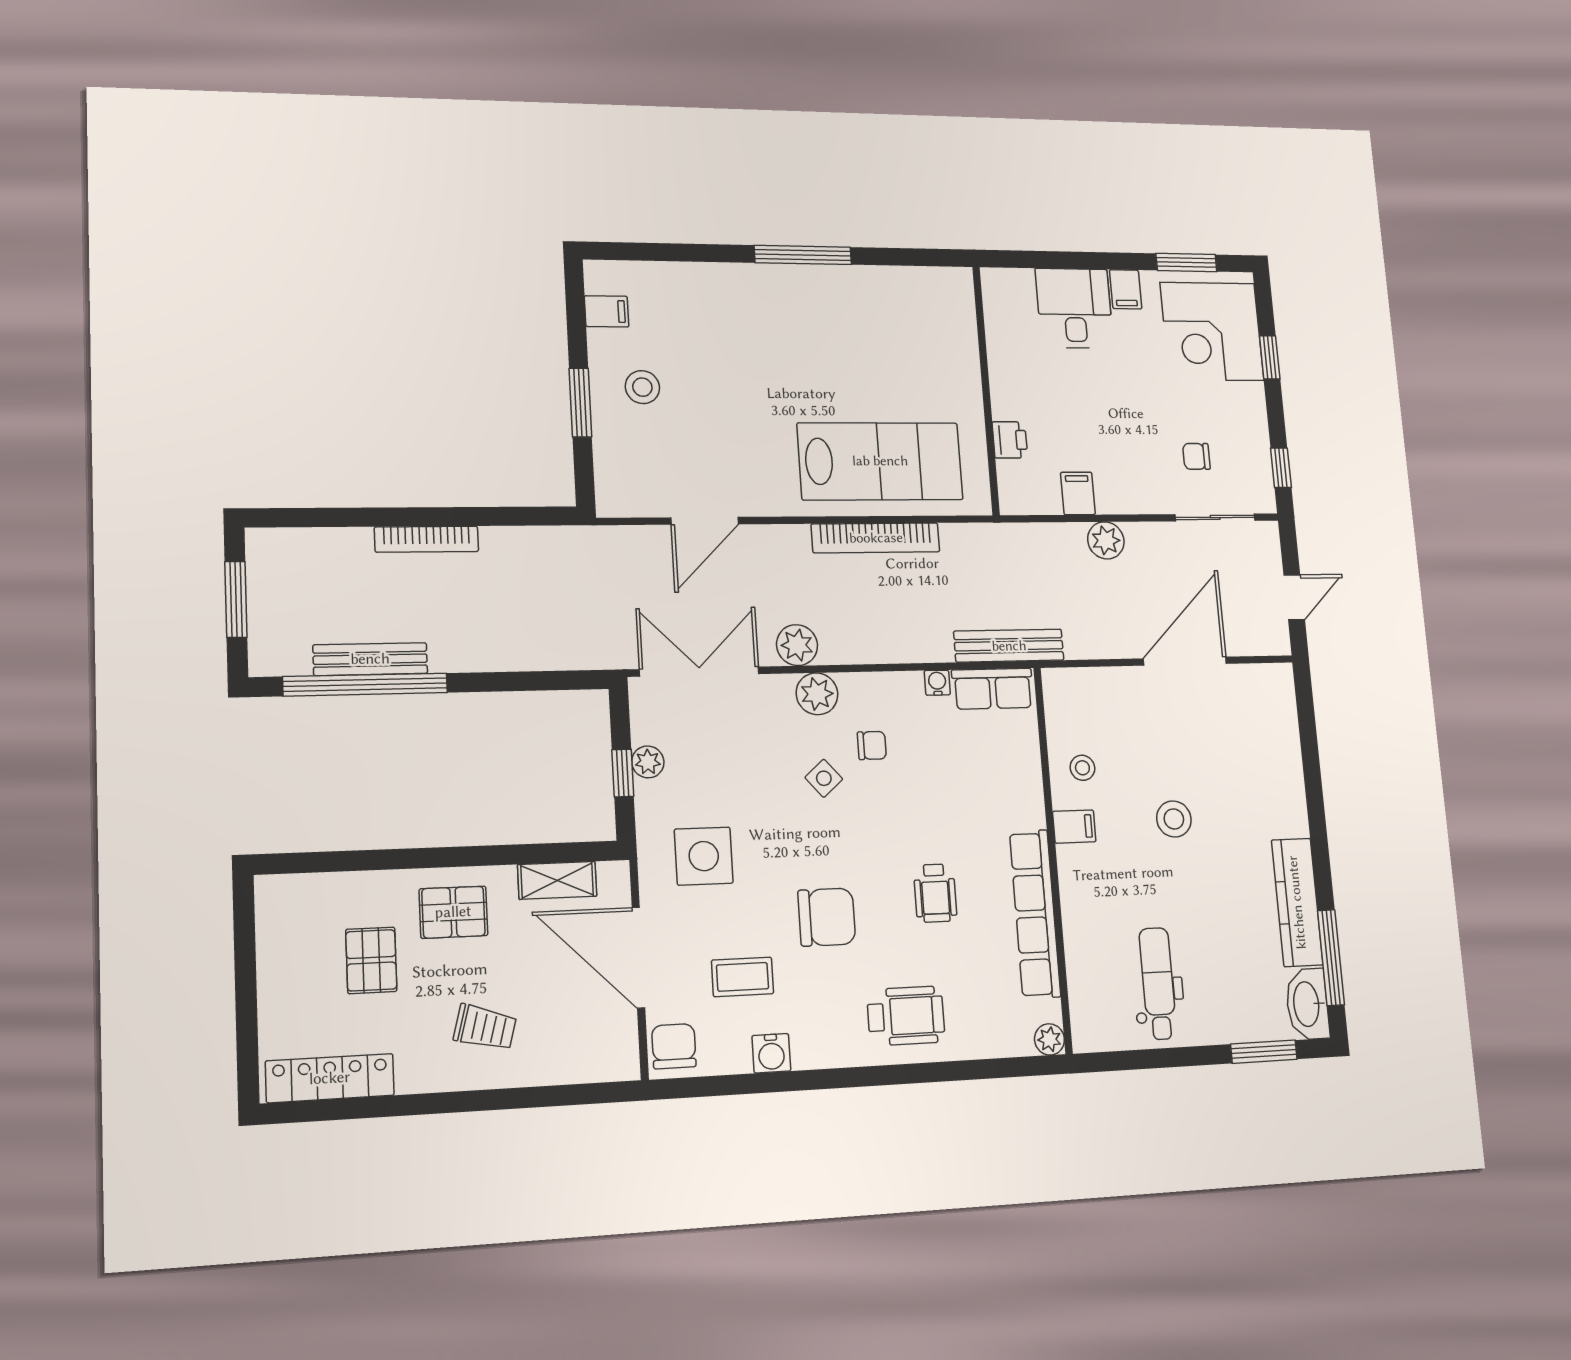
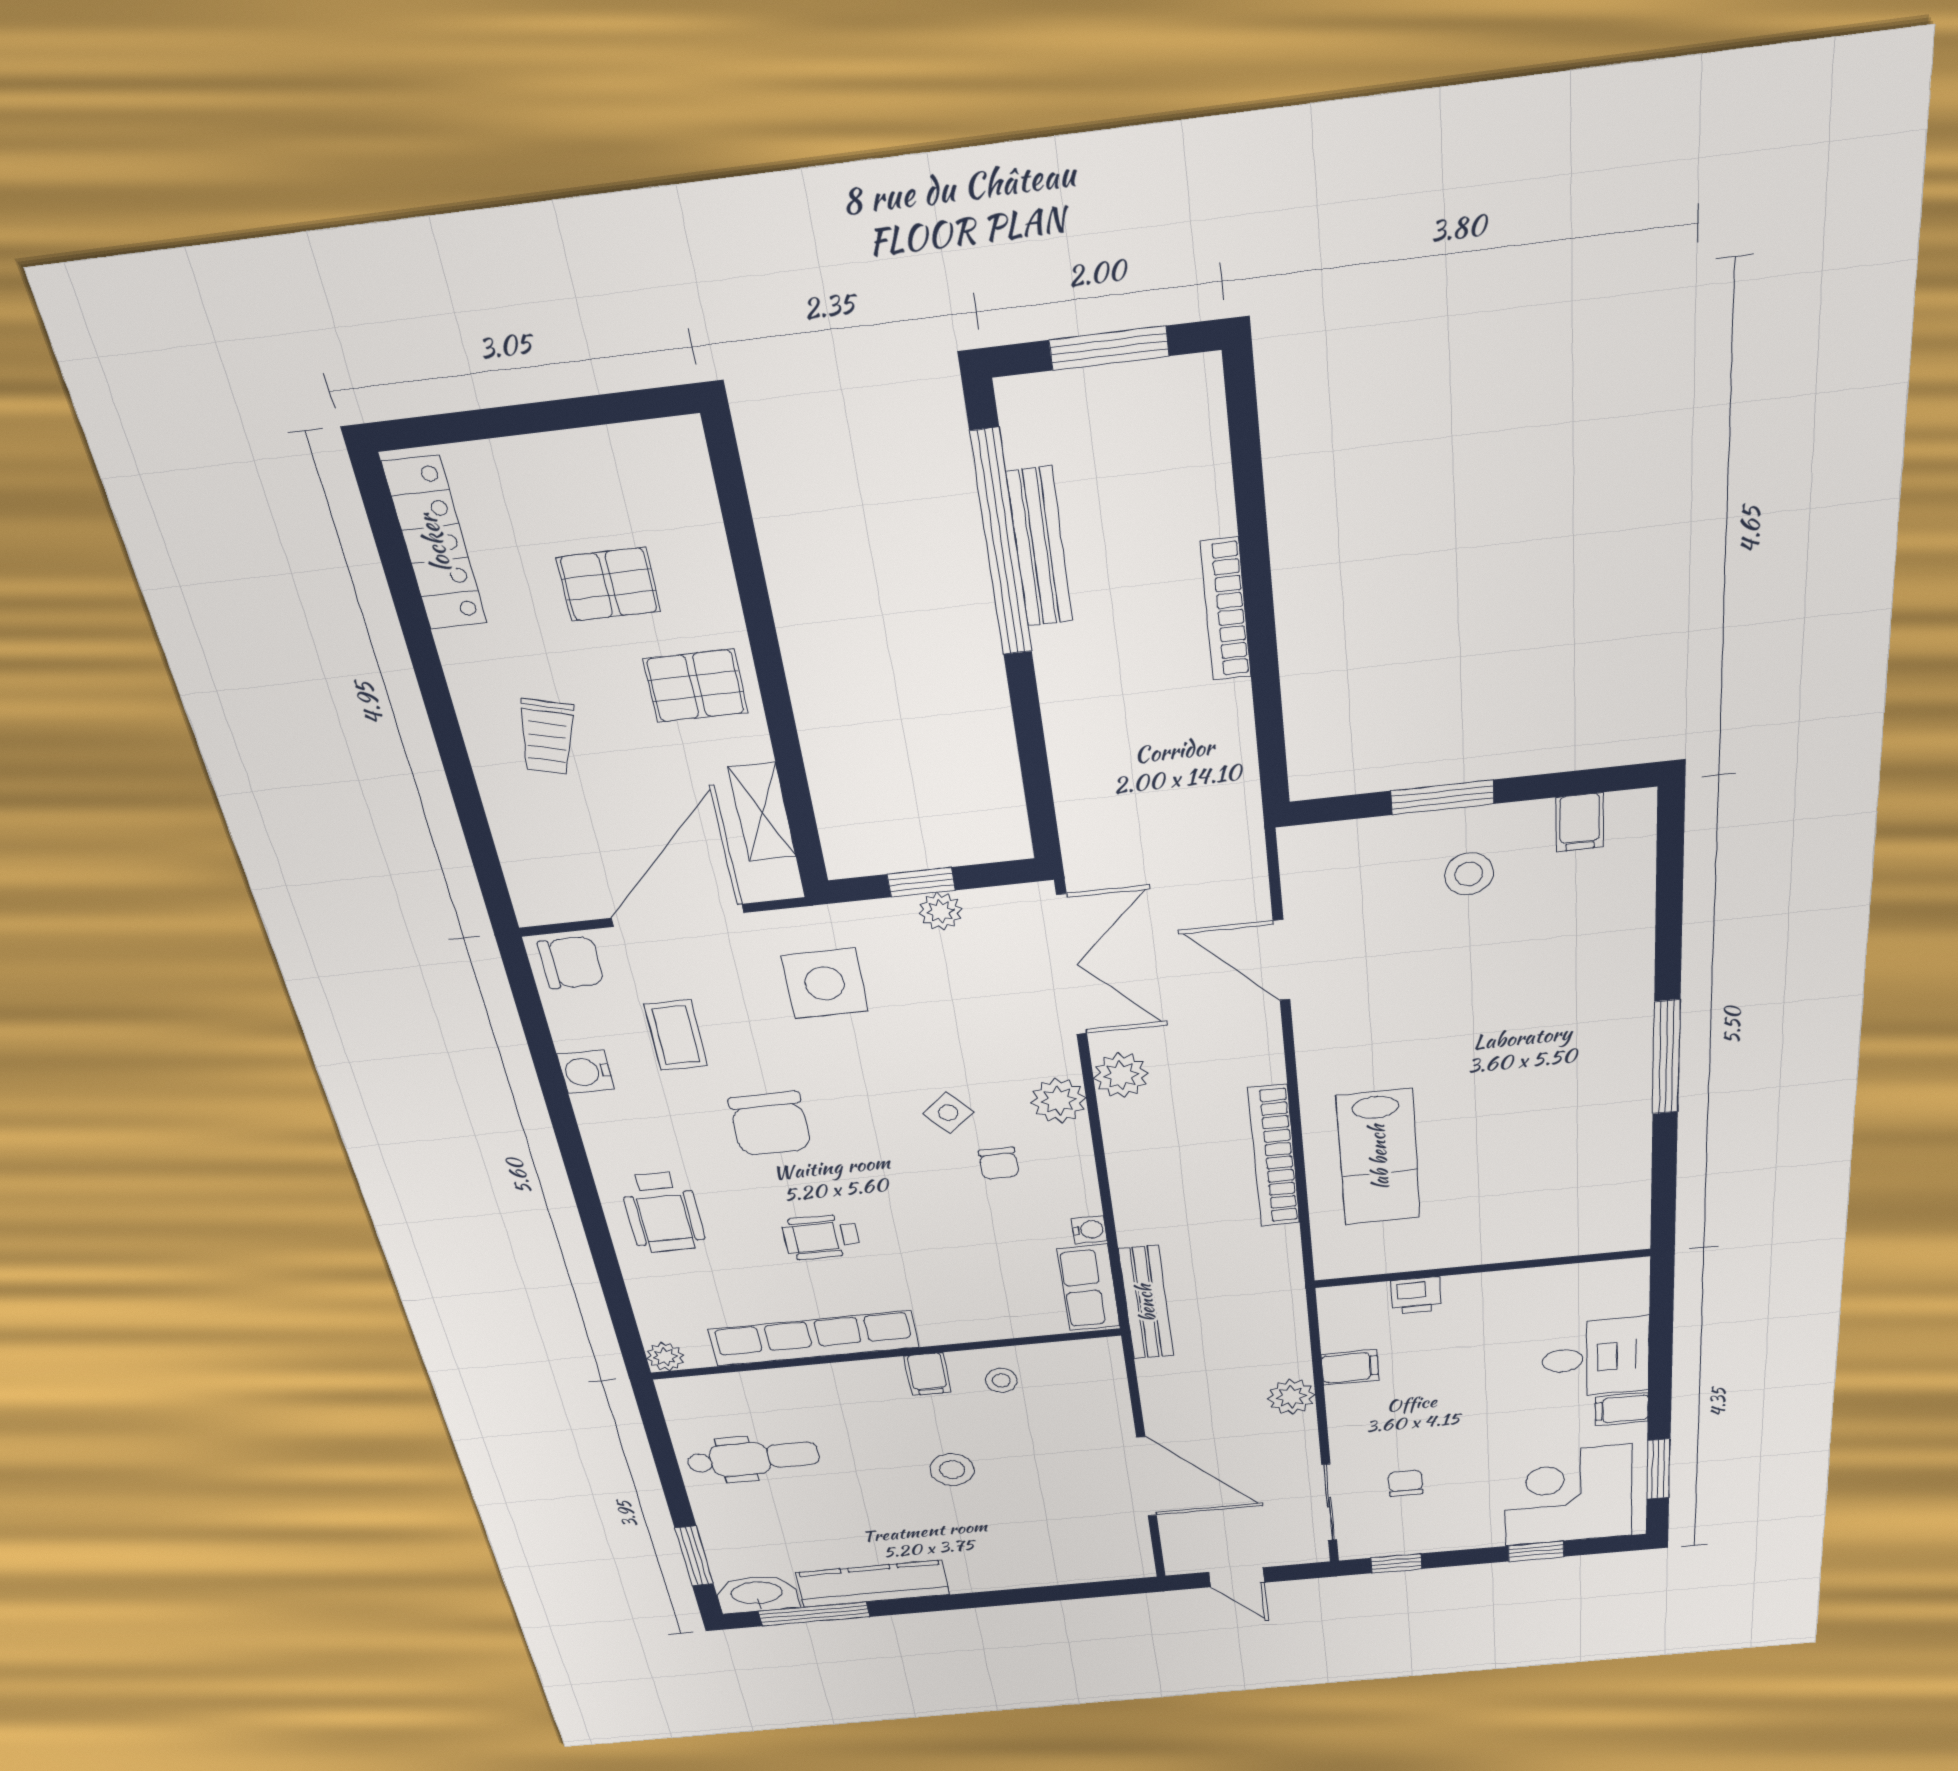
lab bench: (880, 461) -> (1379, 1157), width x0.73, depth x0.72
pallet: (453, 912) -> (696, 686), turned 90

